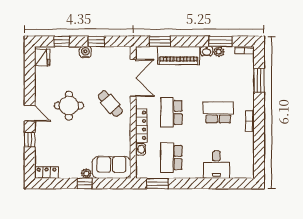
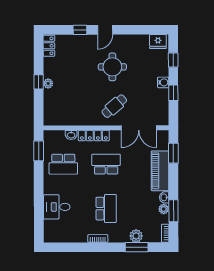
plant: (247, 81) -> (136, 236), added
school desk: (171, 158) -> (63, 164), turned 180
sofa: (111, 167) -> (54, 107), removed

